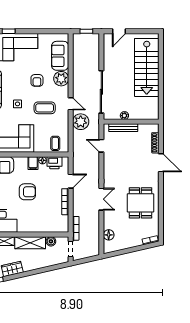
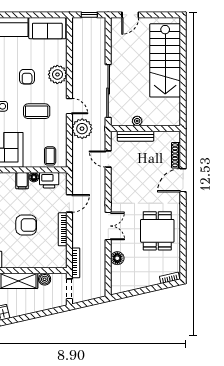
sofa: (60, 56) -> (47, 28), moved, turned -90
door: (161, 163) -> (183, 180), swing flipped
armchair: (27, 192) -> (26, 225), moved
floor lamp: (109, 235) -> (117, 258), moved

